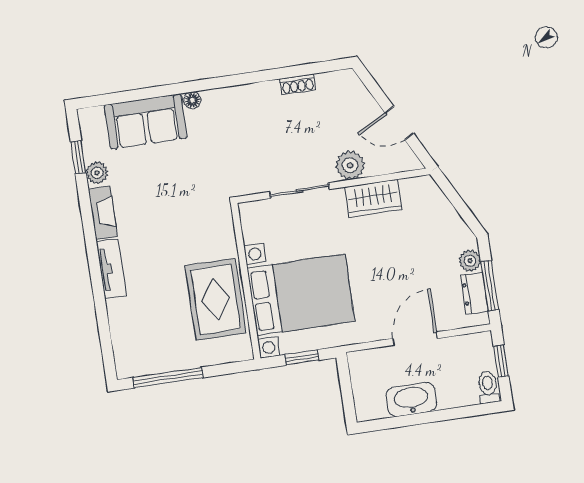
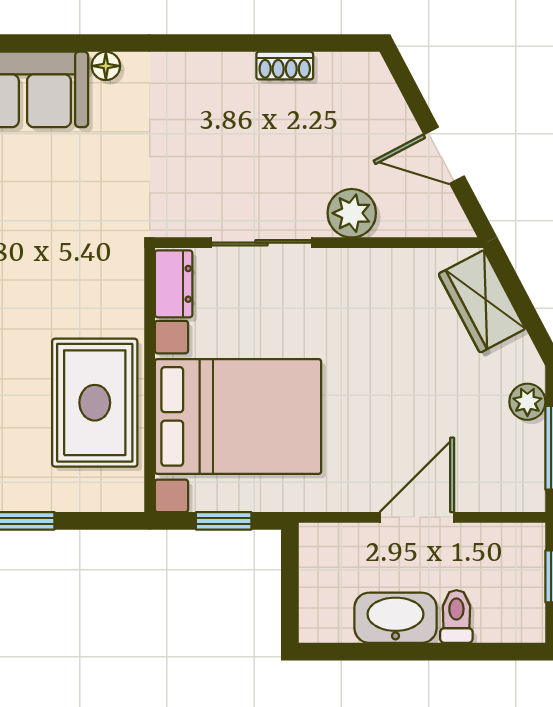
wardrobe: (373, 198) -> (482, 301), moved, turned 62
dresser: (474, 293) -> (174, 284), moved, turned 180
toilet: (488, 387) -> (456, 616), moved

